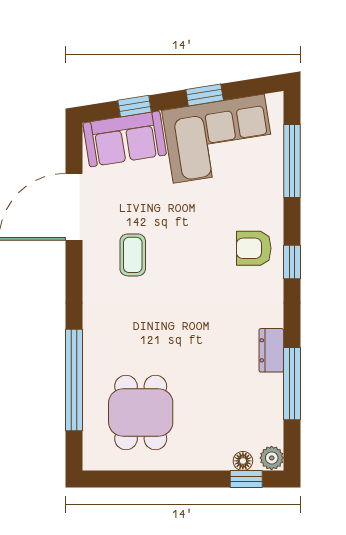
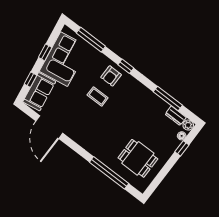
coffee table: (133, 255) -> (98, 96), moved
dresser: (271, 350) -> (176, 116), moved
window: (246, 479) -> (182, 148), moved

